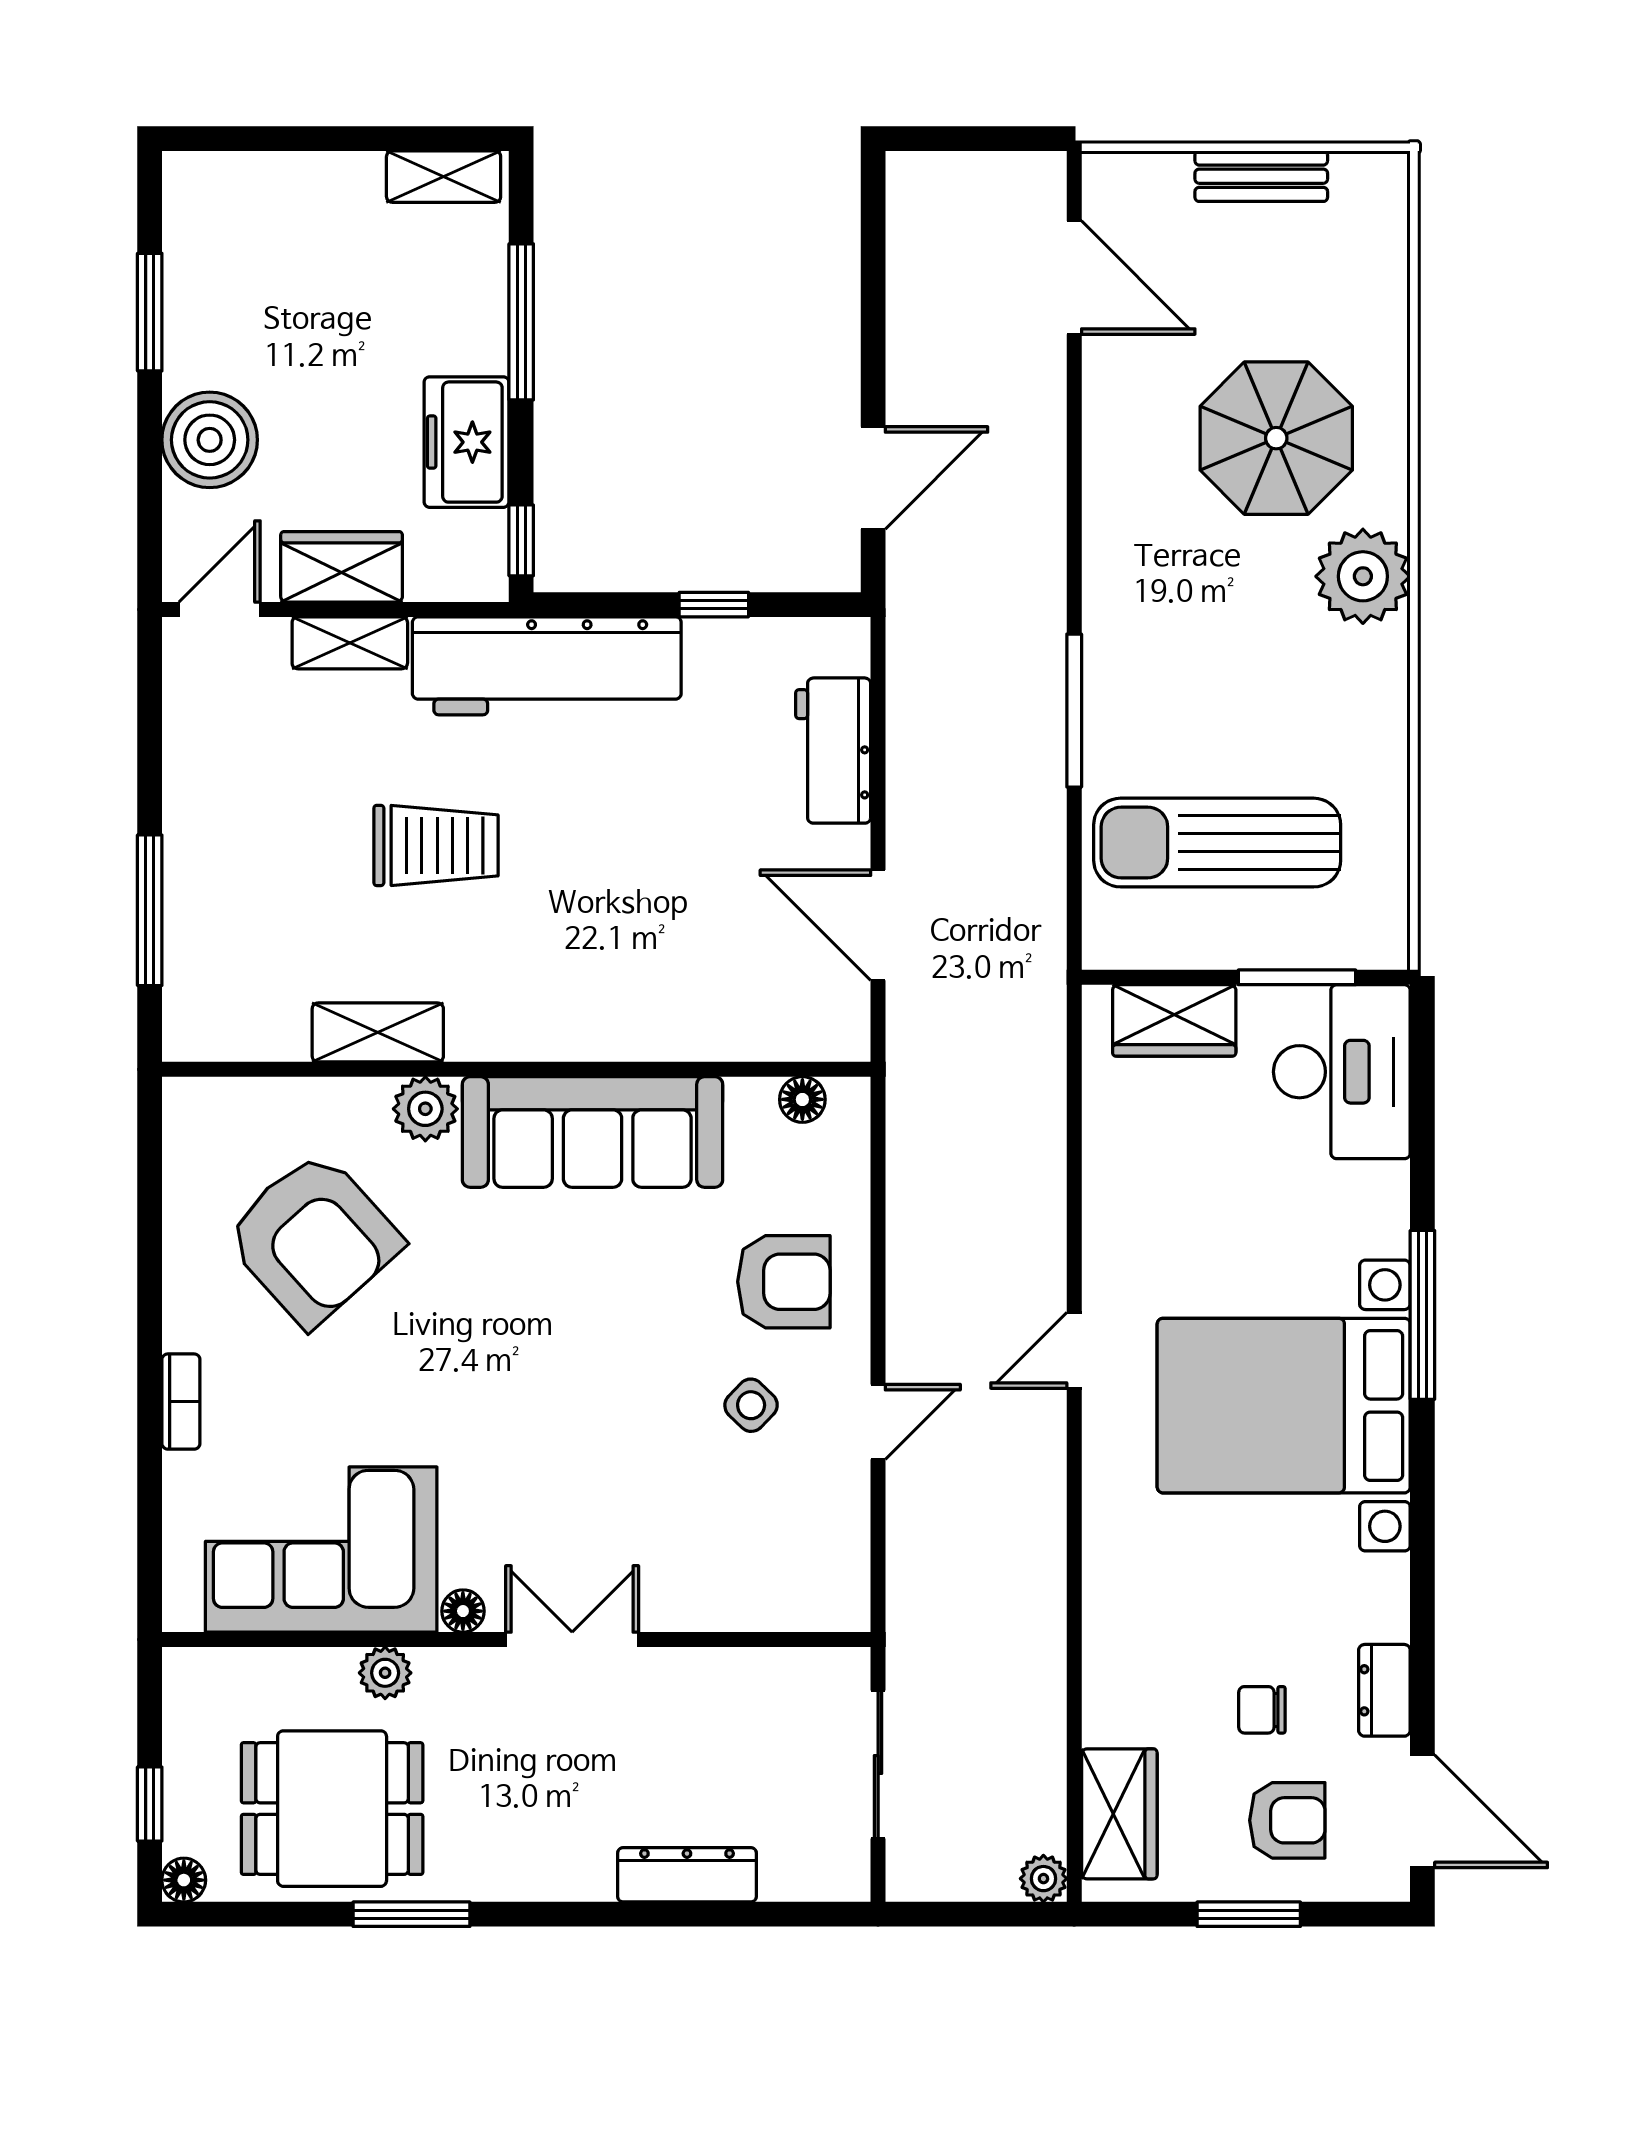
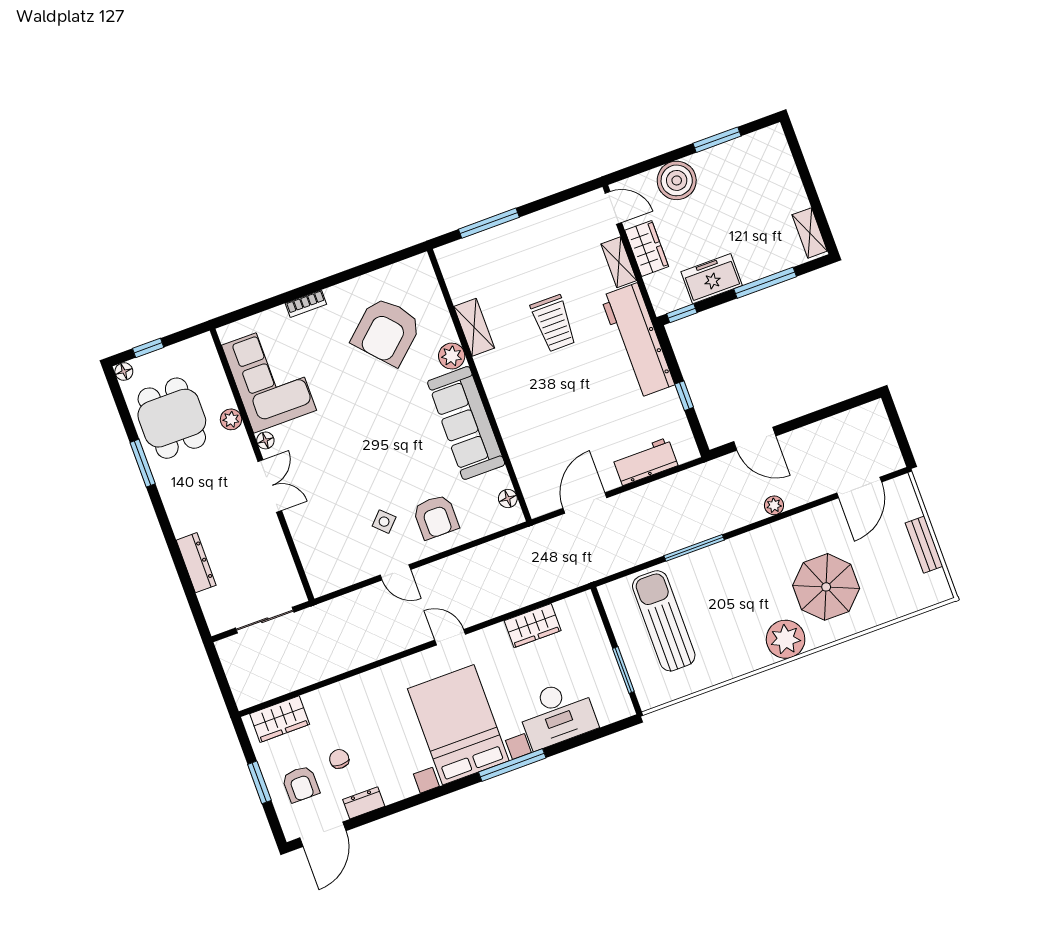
wardrobe: (1174, 1020) -> (533, 626), moved, turned -90
desk: (1342, 1072) -> (557, 714), moved
plant: (1043, 1879) -> (774, 505), moved

